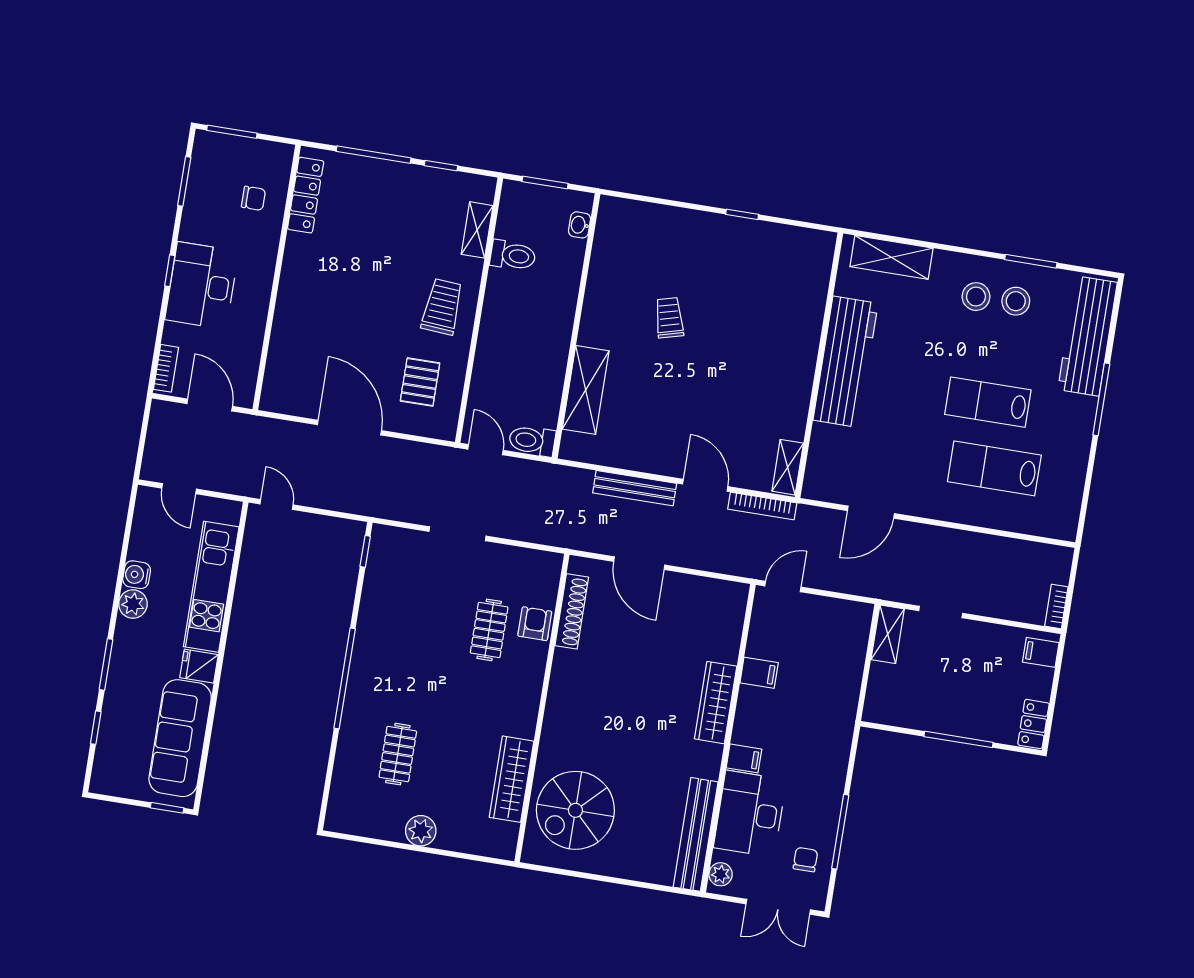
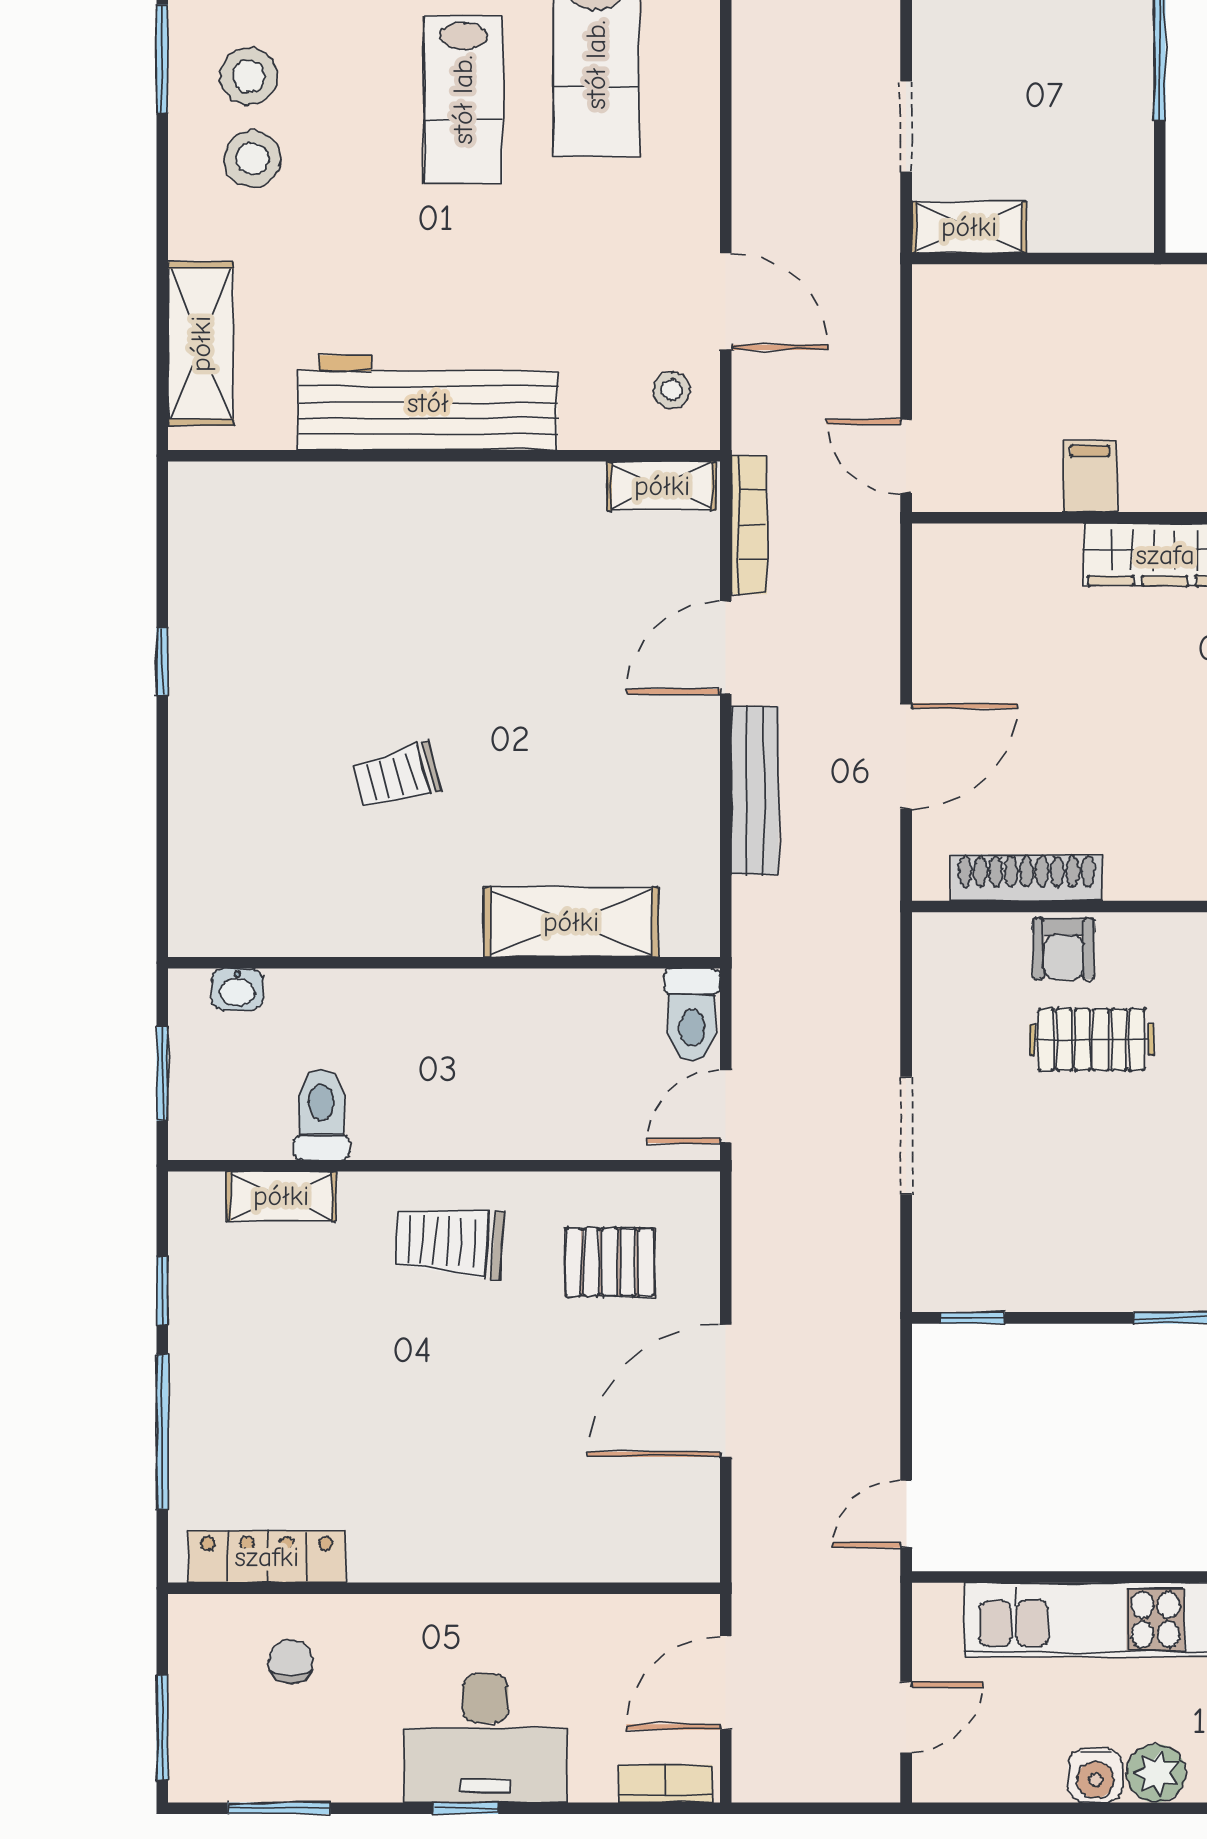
stool: (833, 479) -> (671, 390), added
armchair: (535, 624) -> (1064, 949), turned -90

